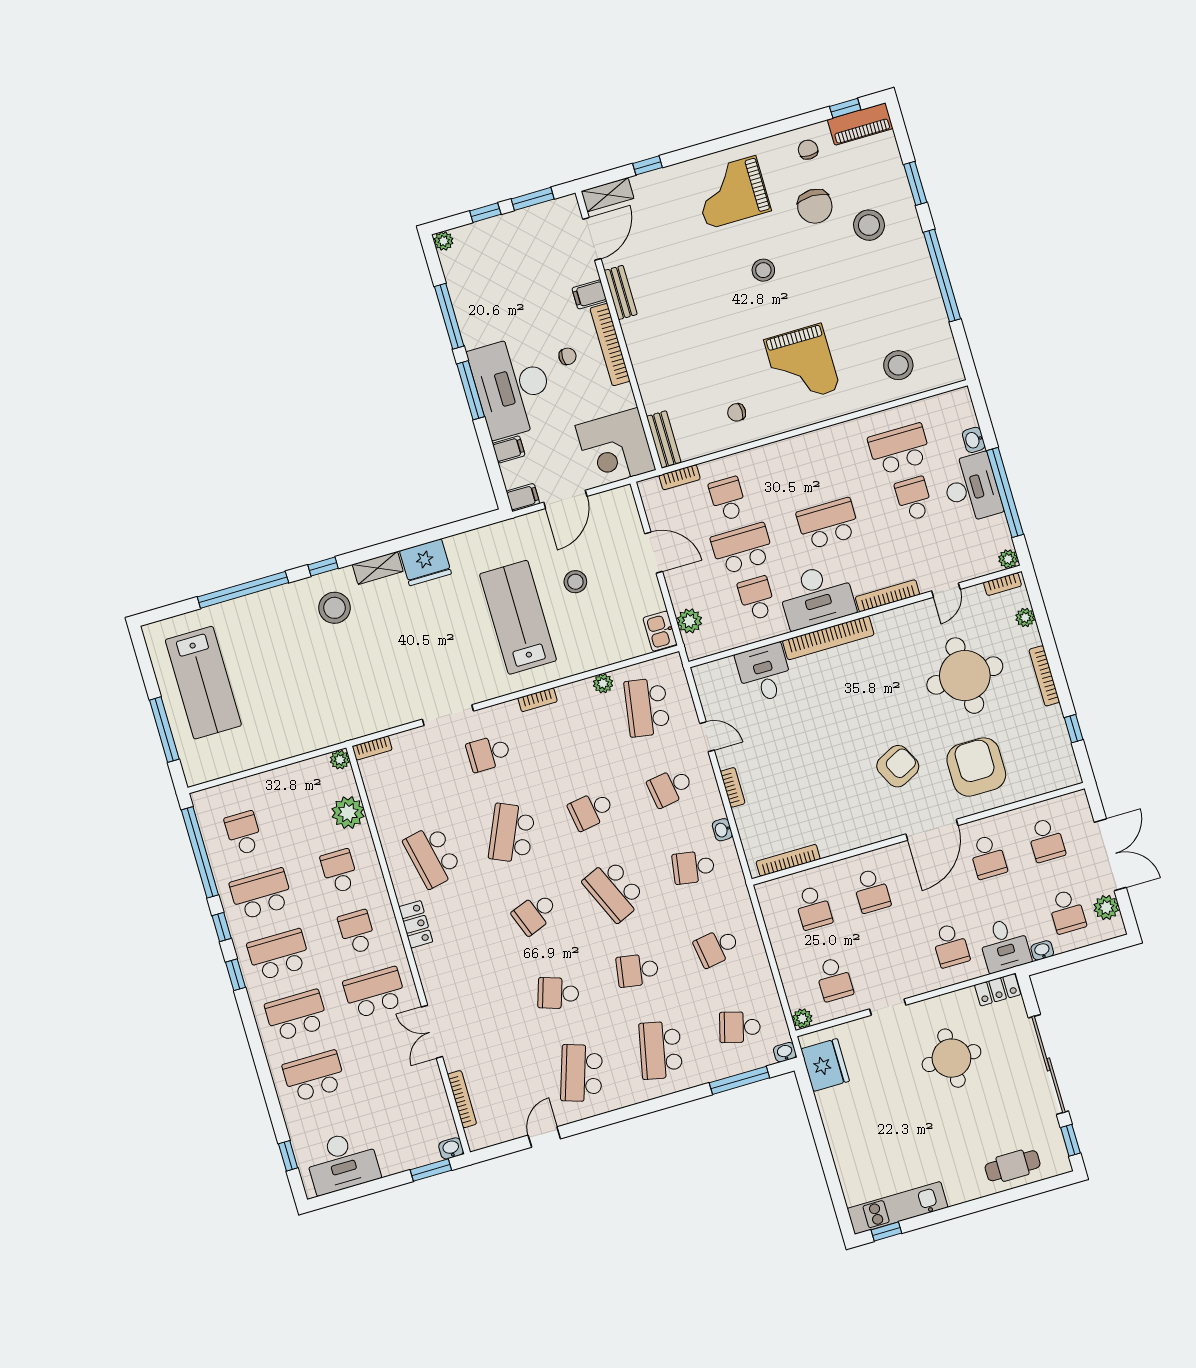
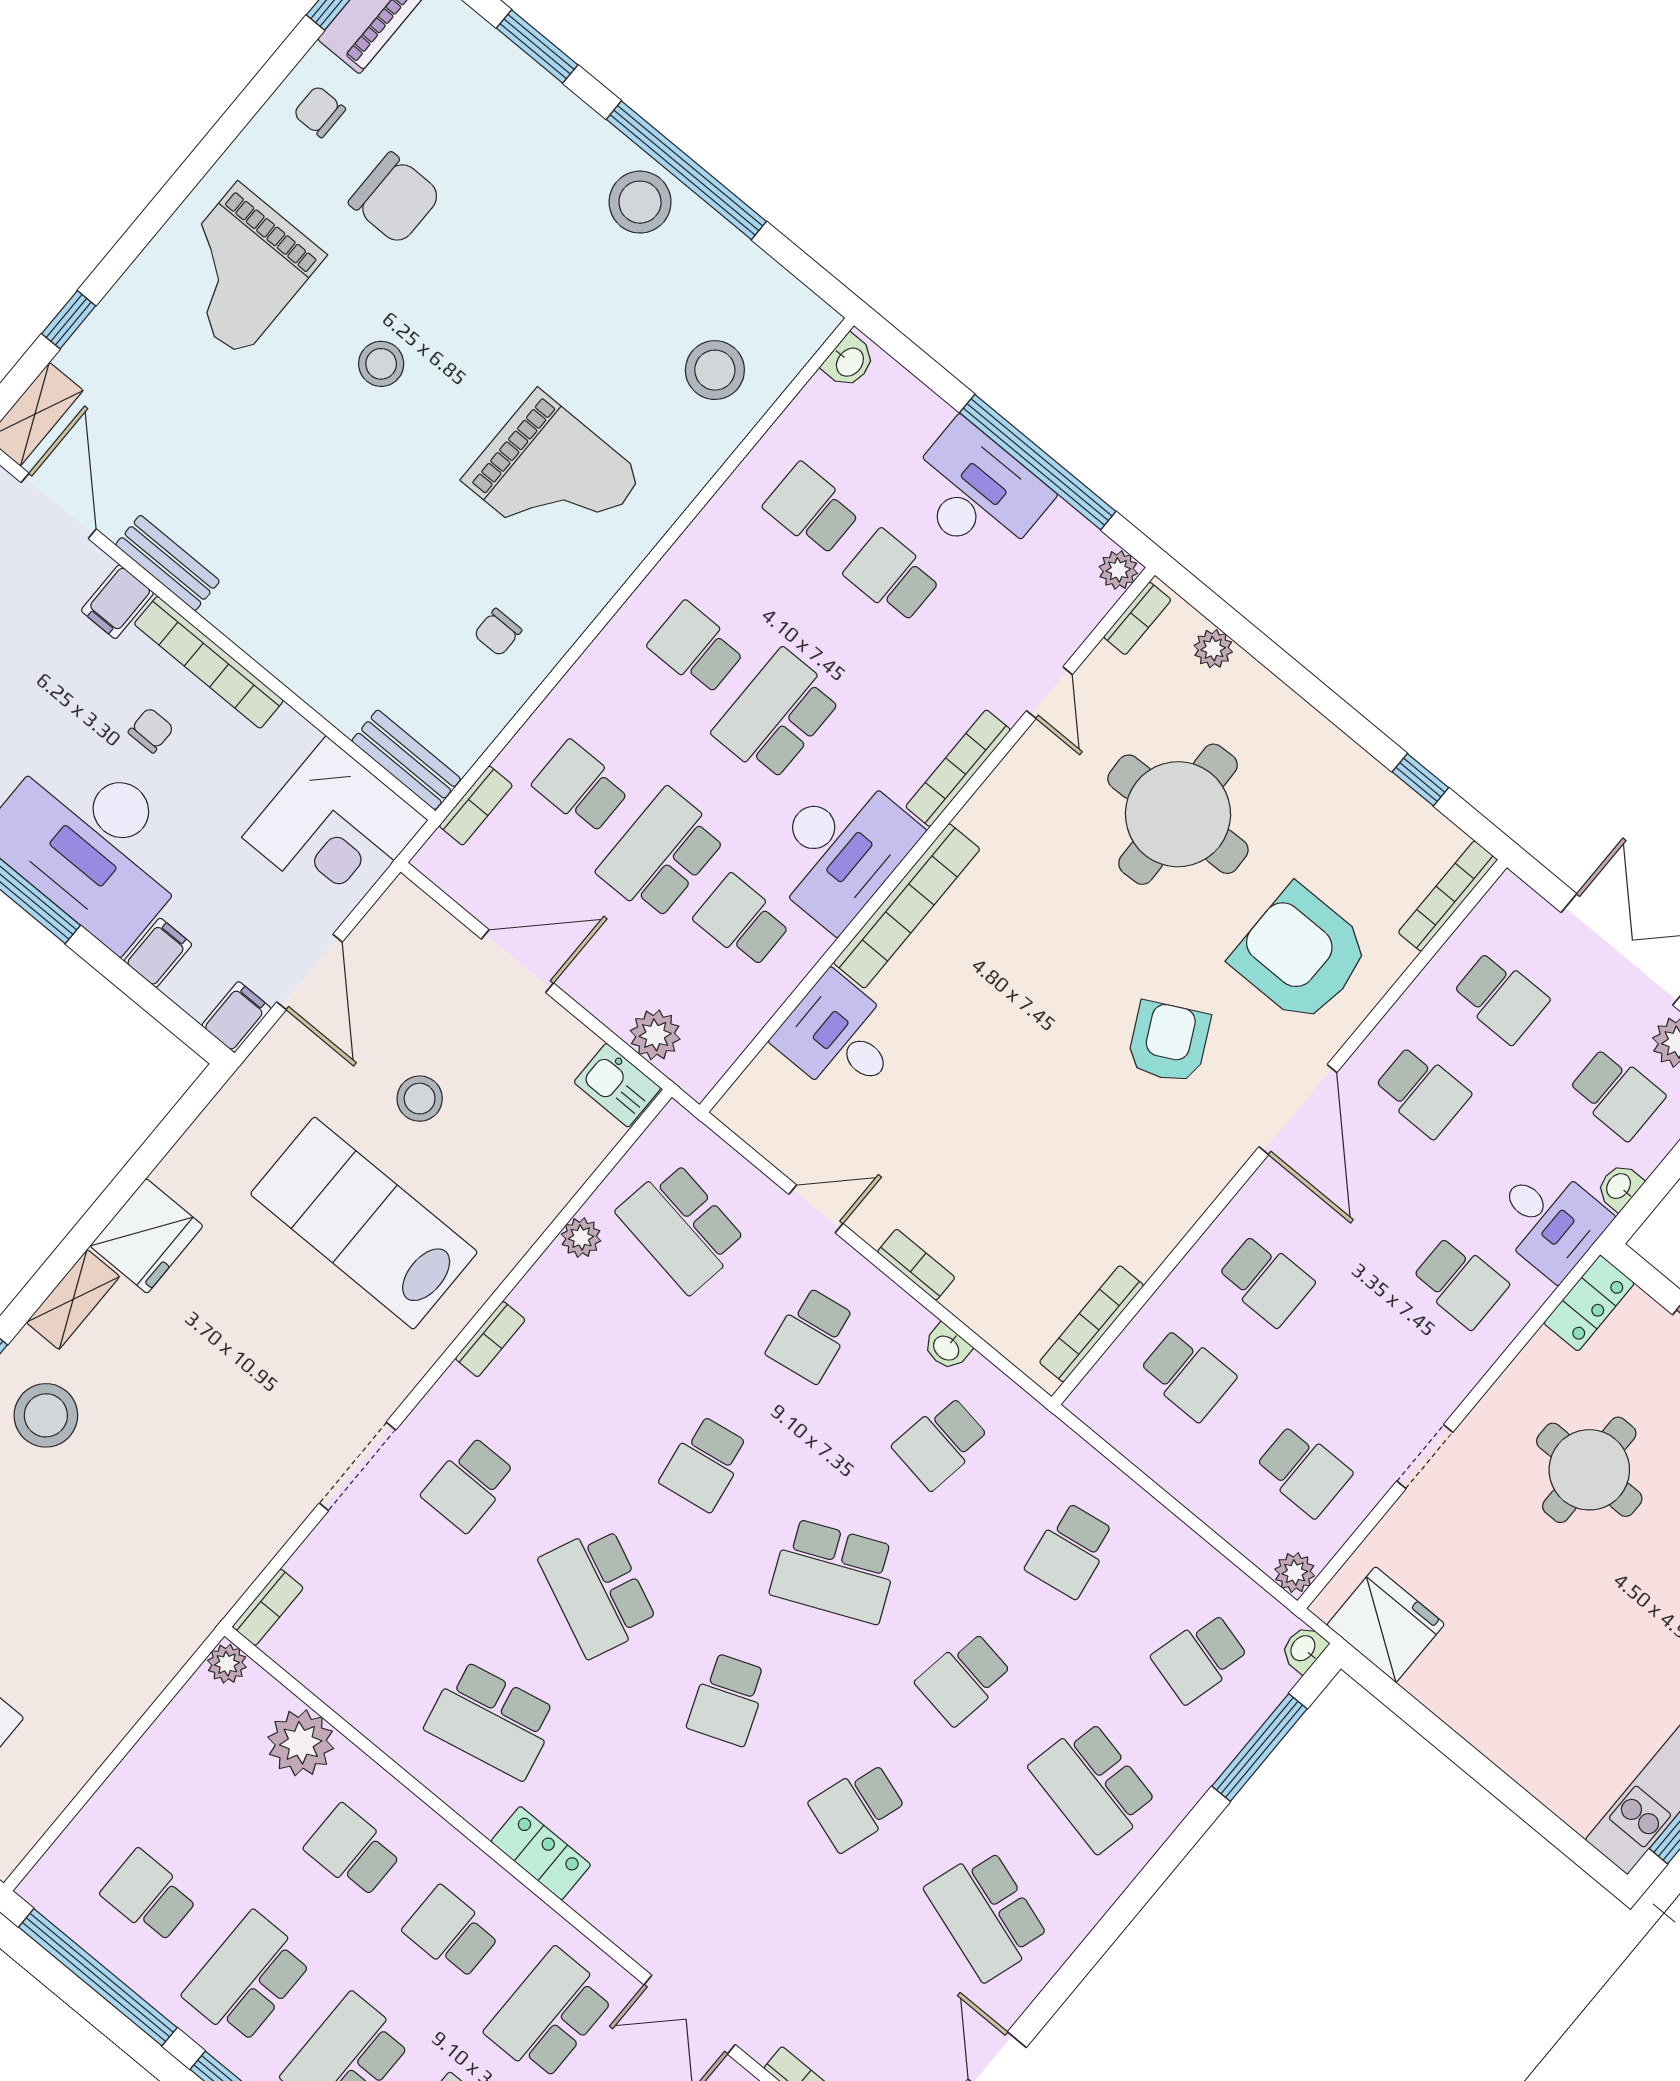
stool: (869, 225) -> (640, 202), moved
washbasin: (974, 440) -> (849, 361), moved, turned -90
school desk: (899, 449) -> (812, 509), width x0.54
school desk: (814, 474) -> (696, 648), added
bookcase: (1044, 676) -> (1448, 896), moved, turned 90

